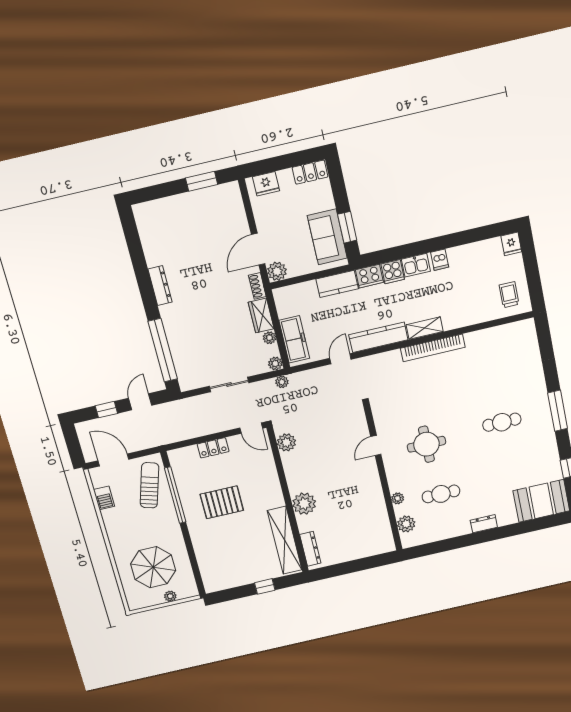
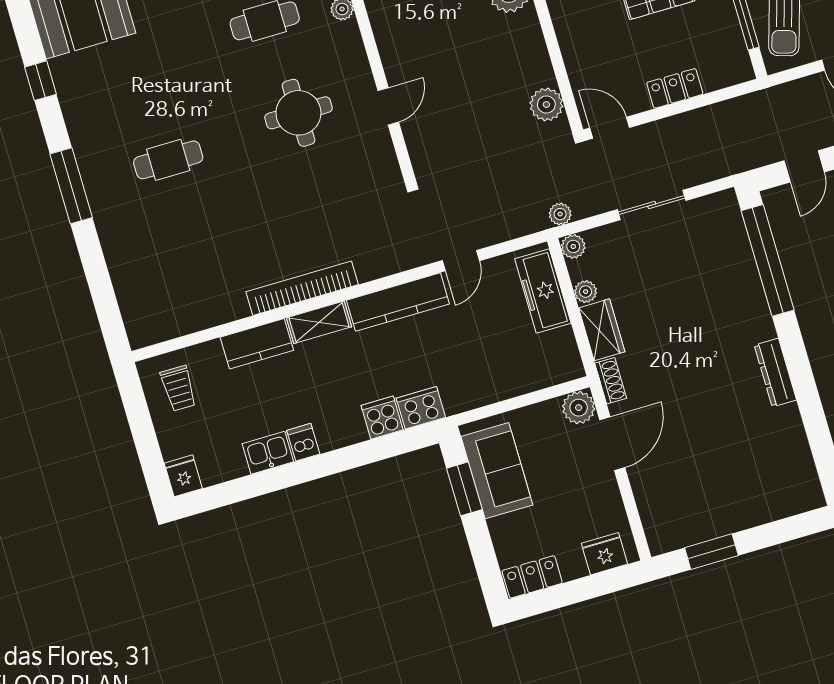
kitchen sink: (416, 265) -> (268, 453), moved
kitchen counter: (337, 284) -> (257, 344), moved, turned 180

